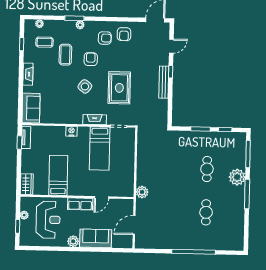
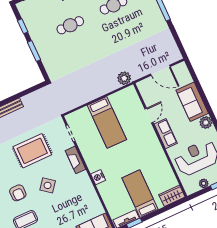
armchair: (91, 59) -> (18, 193), turned -90
bed: (100, 148) -> (107, 122), moved, turned 90
bed: (58, 175) -> (140, 194), moved, turned 90
door: (102, 197) -> (149, 116), hinge flipped

